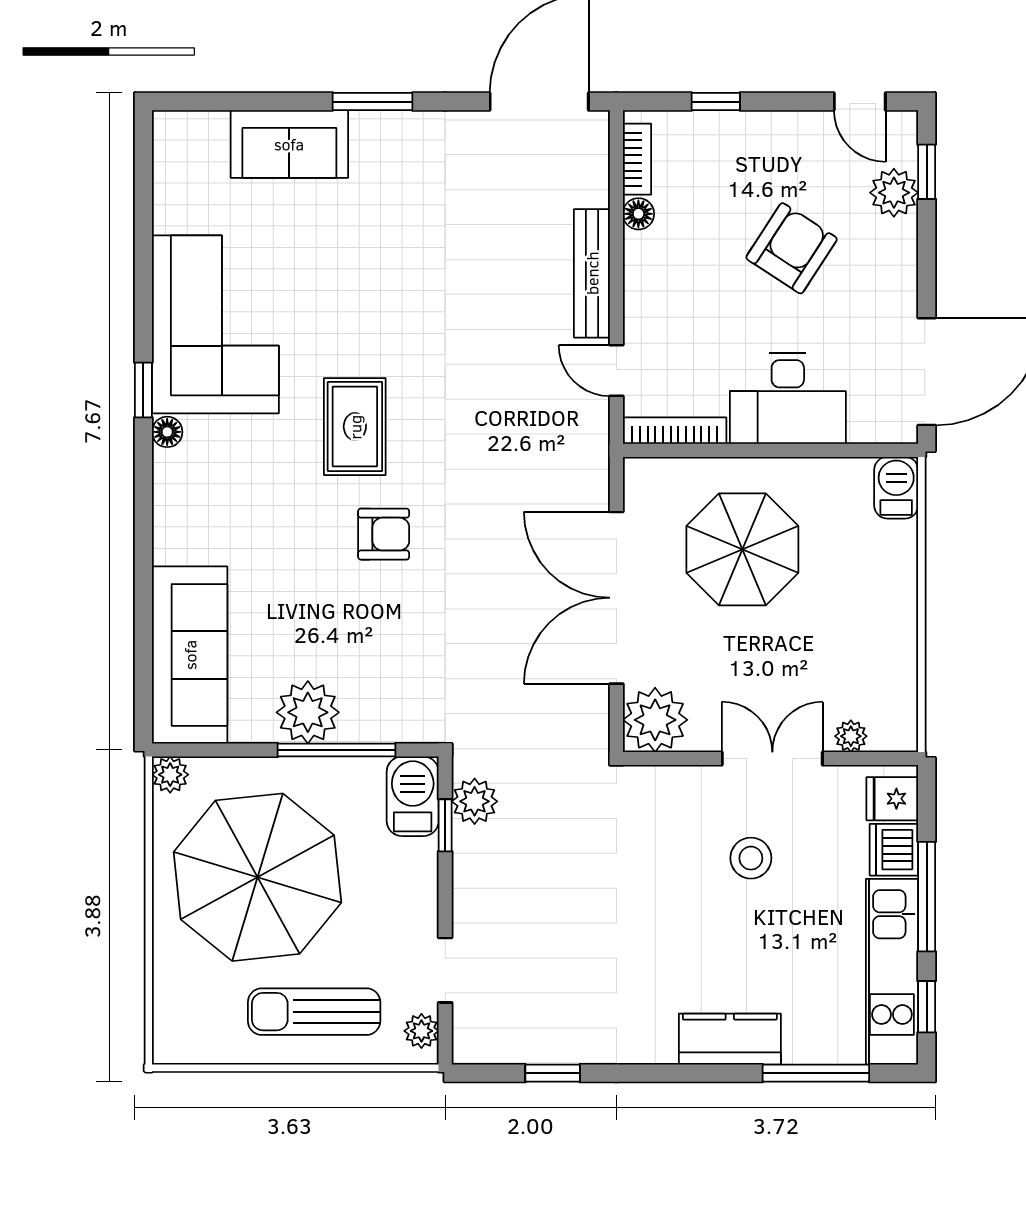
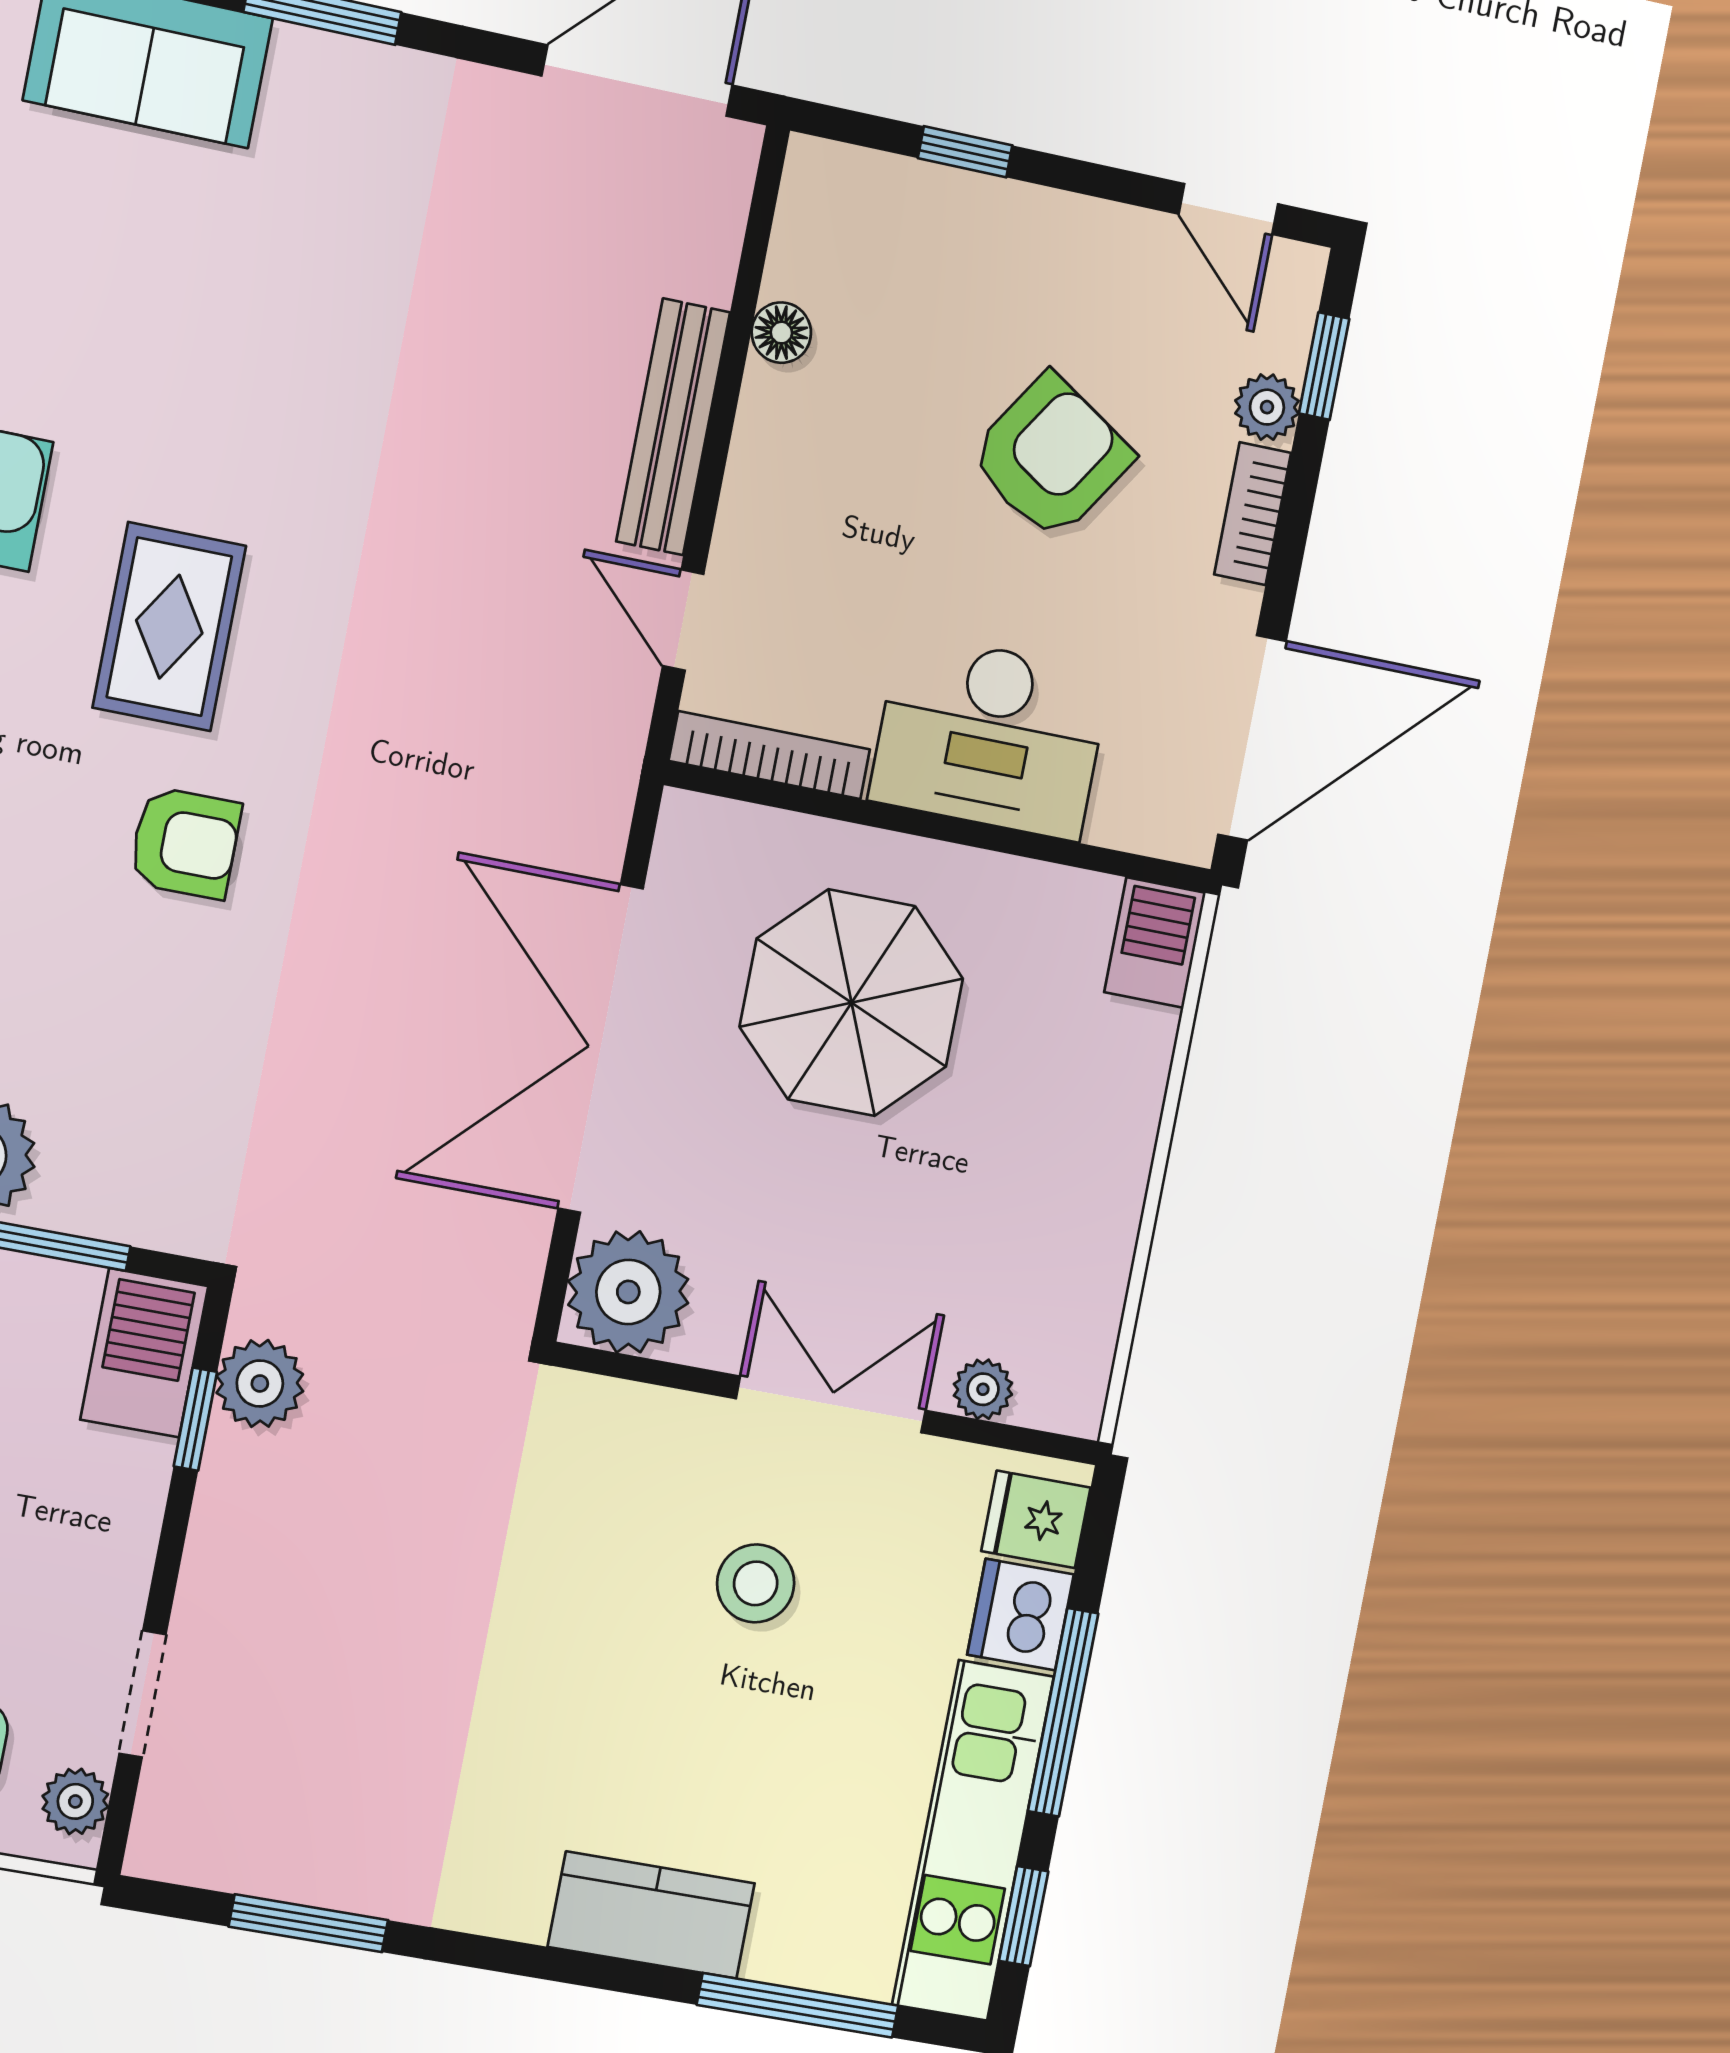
bookcase: (637, 159) -> (1253, 514), moved, turned 180
plant: (894, 193) -> (1267, 407), width x0.73, depth x0.73
window: (553, 1073) -> (308, 1923), width x1.50

